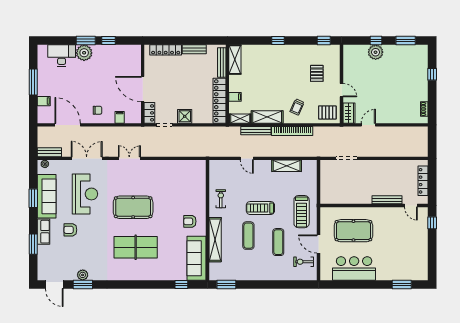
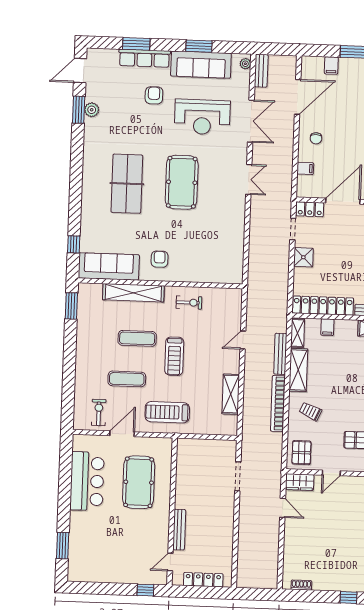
treadmill: (260, 208) -> (174, 356), turned 180
row of seats: (43, 232) -> (144, 58), width x1.48

